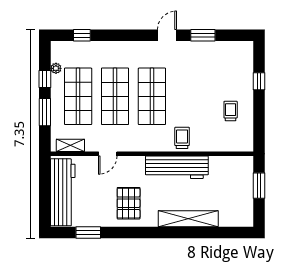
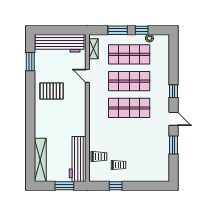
window: (82, 35) -> (173, 91), moved
window: (259, 81) -> (116, 186), moved
trolley: (182, 138) -> (99, 157), moved
workbench: (177, 167) -> (78, 159), moved
shelving: (188, 219) -> (40, 160), moved

